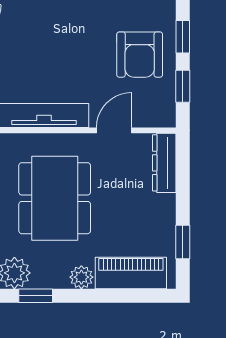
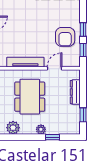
dresser: (164, 163) -> (75, 92), moved
piano: (131, 273) -> (61, 128), removed
window: (36, 296) -> (52, 137), moved

